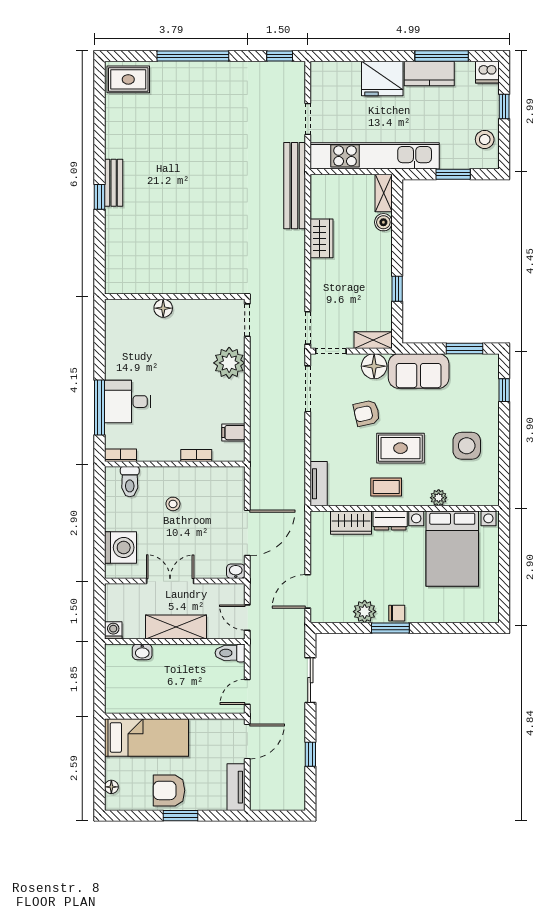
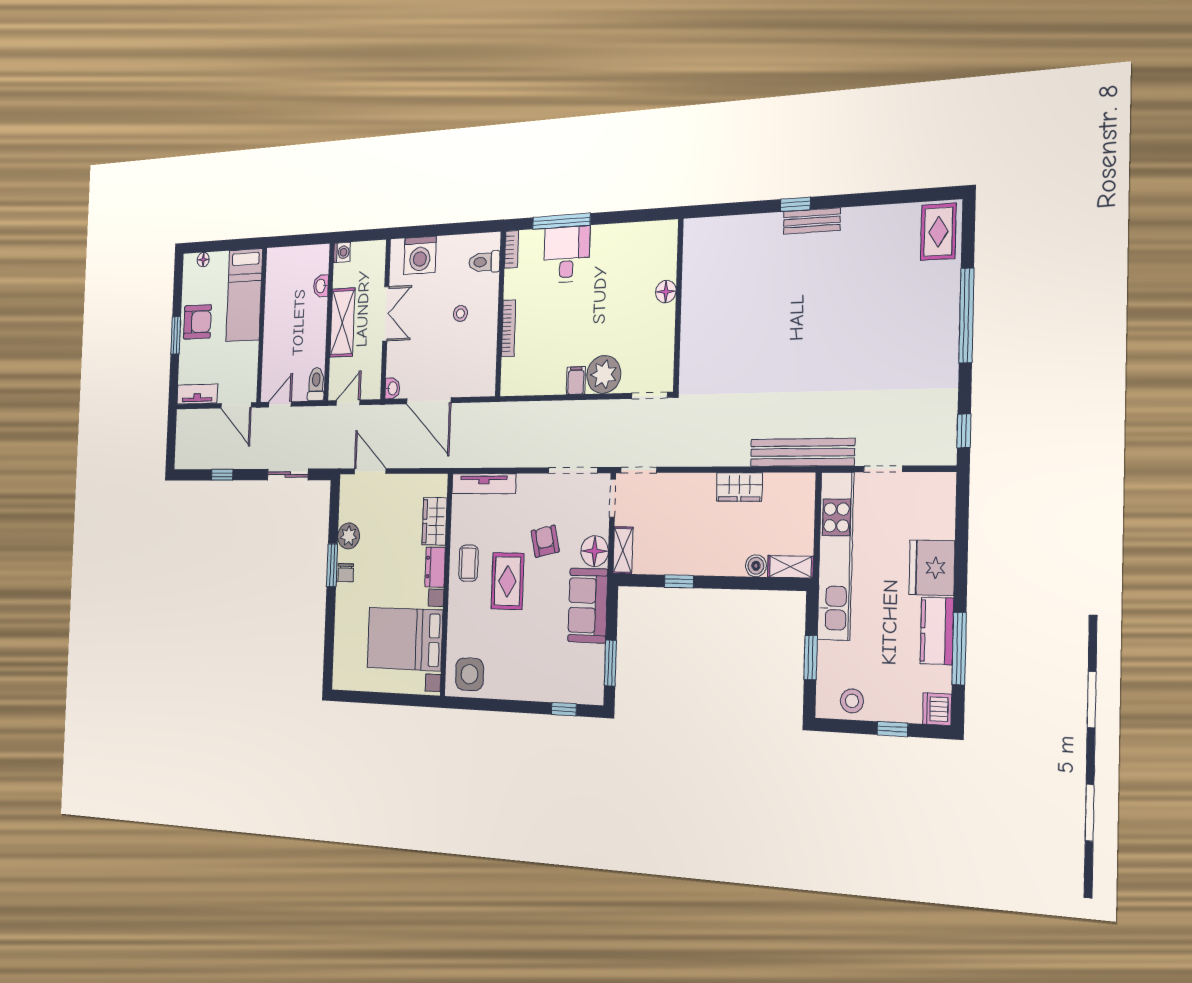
filing cabinet: (233, 433) -> (576, 380), moved
side table: (467, 446) -> (469, 674), moved
bookcase: (196, 455) -> (509, 328), width x1.56
tv unit: (319, 484) -> (484, 484), width x1.41
plant: (439, 498) -> (456, 625), removed
door: (247, 692) -> (280, 404), hinge flipped
armchair: (169, 790) -> (197, 322), turned 90

